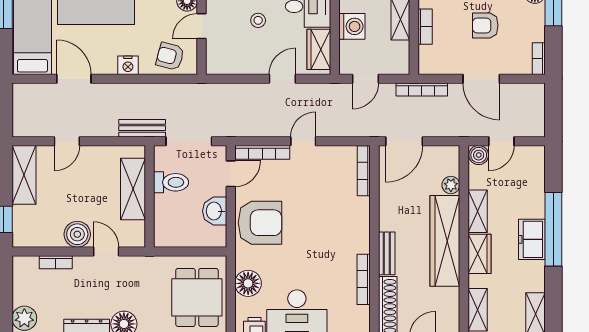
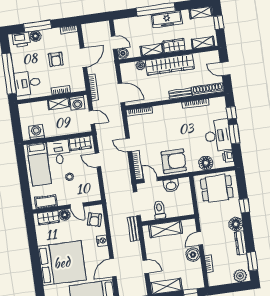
washing machine: (352, 26) -> (77, 103), moved, turned 180
armchair: (260, 223) -> (174, 161), turned 90
freezer: (532, 239) -> (167, 19), width x1.40

